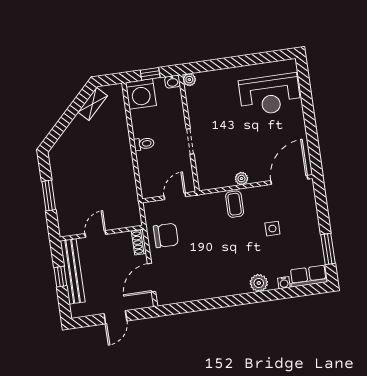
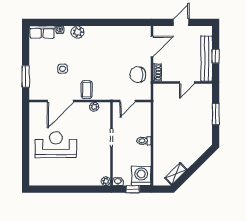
reception desk: (270, 95) -> (56, 145), moved
plant: (241, 179) -> (94, 107), moved
door: (289, 180) -> (60, 101), moved
window: (328, 249) -> (26, 76), moved

